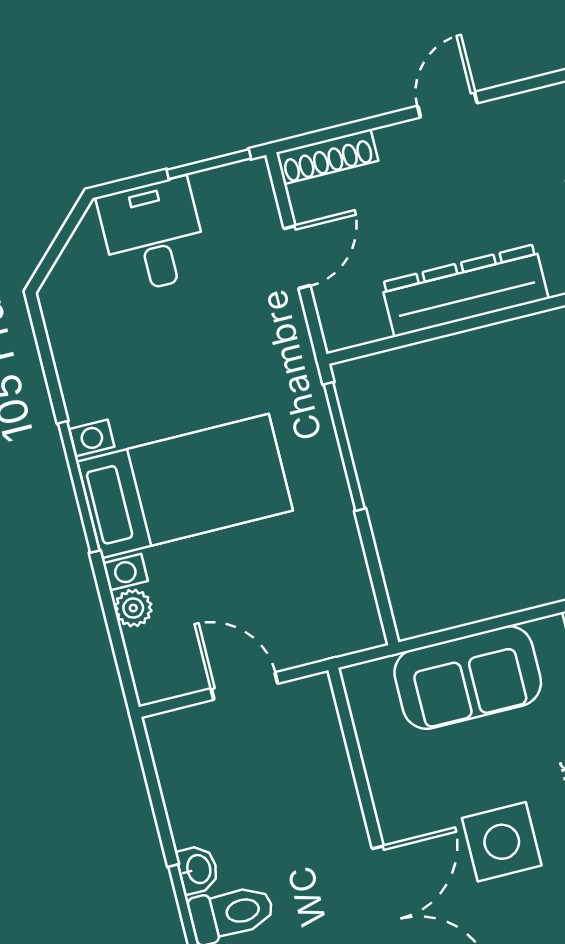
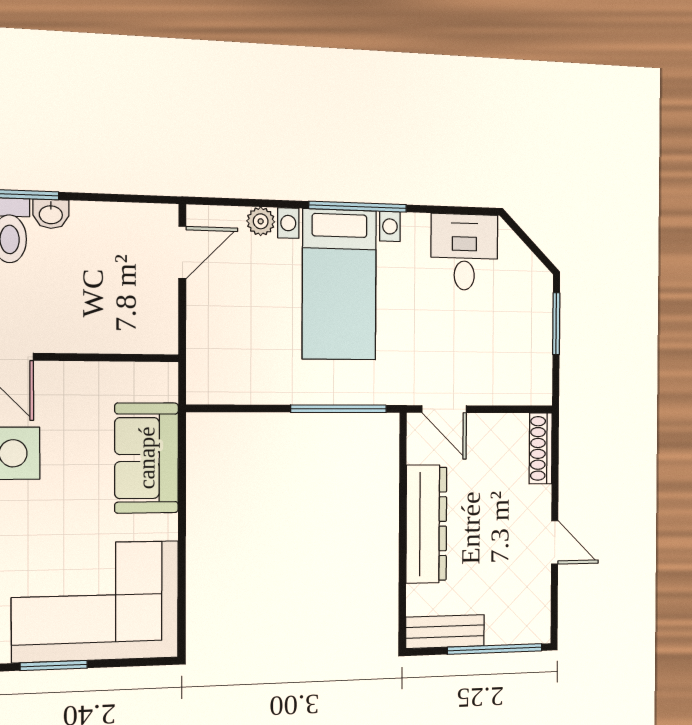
window: (209, 164) -> (556, 324), moved
desk: (153, 235) -> (464, 252), moved, turned -90
door: (297, 257) -> (444, 409), moved
door: (244, 686) -> (182, 252), moved

